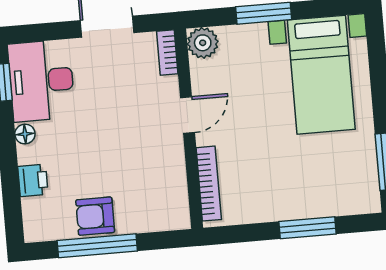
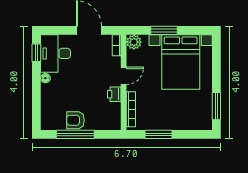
bed with nightstands: (321, 75) -> (181, 62), width x1.36
printer: (33, 180) -> (114, 94), moved, turned 180
window: (307, 228) -> (159, 134), moved

